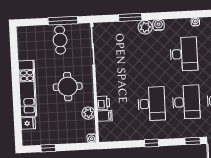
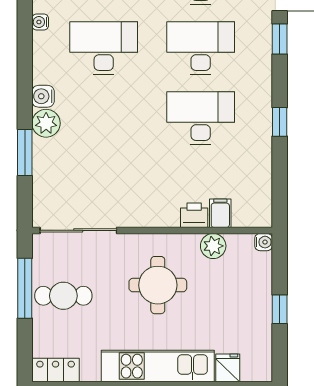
locker: (23, 38) -> (56, 370), added
window: (48, 148) -> (280, 309), moved

